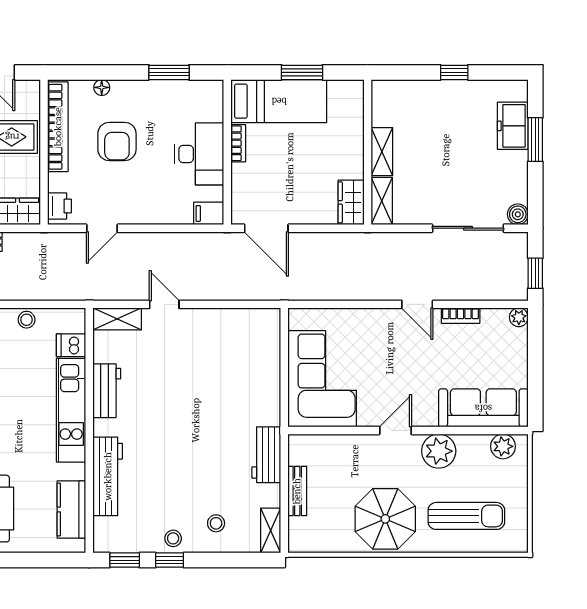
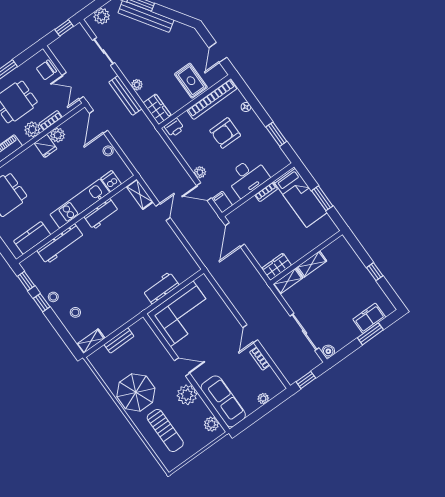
plant: (146, 215) -> (200, 172), added
door: (102, 228) -> (204, 192), moved
plant: (519, 317) -> (263, 399), moved
workbench: (266, 455) -> (161, 288), moved

